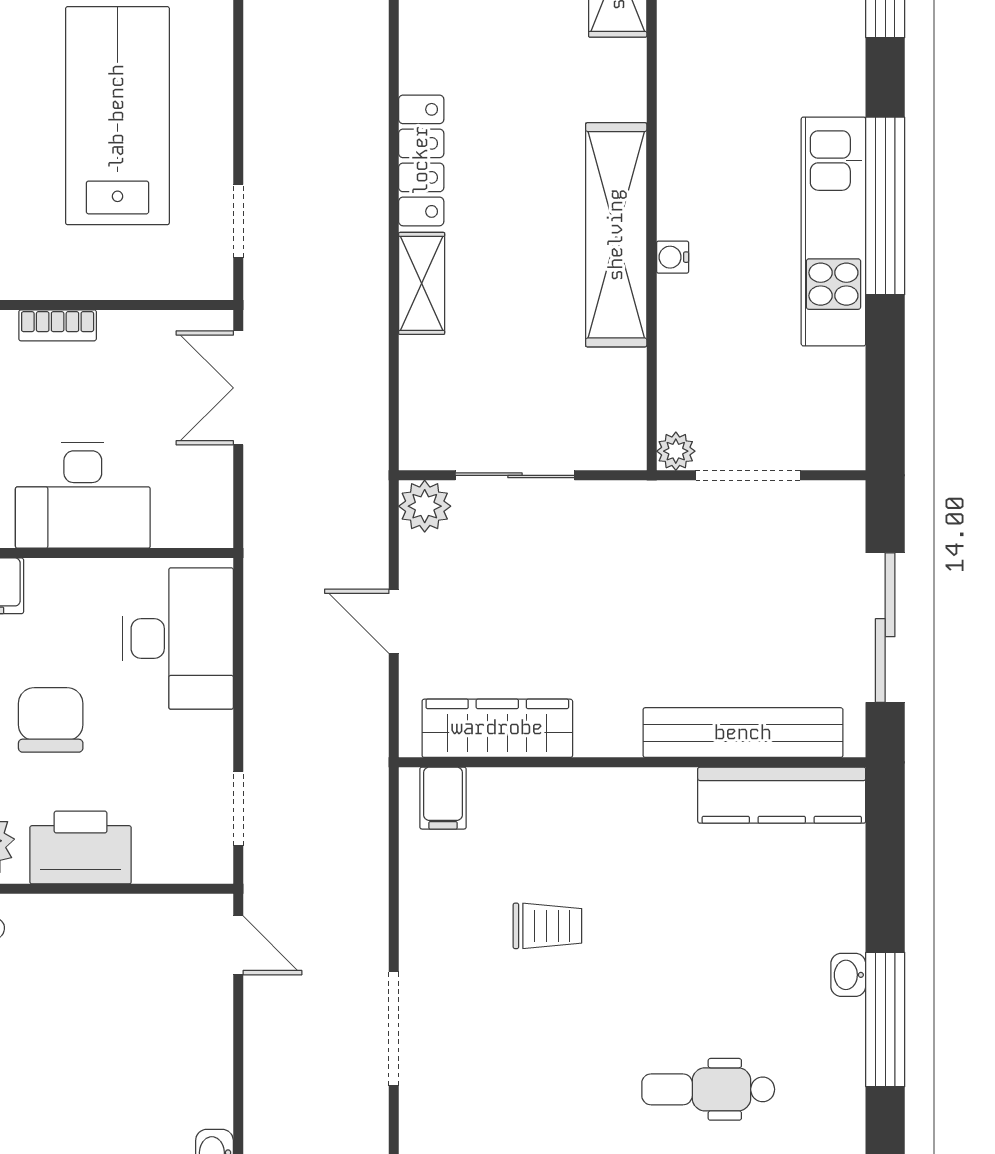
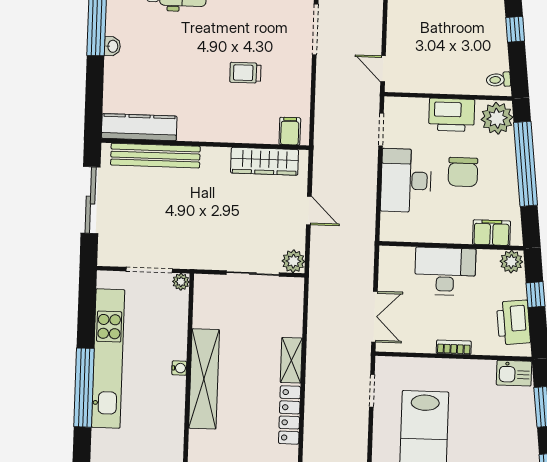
kitchen unit: (833, 231) -> (108, 358), width x1.36
desk: (178, 639) -> (406, 180), moved

